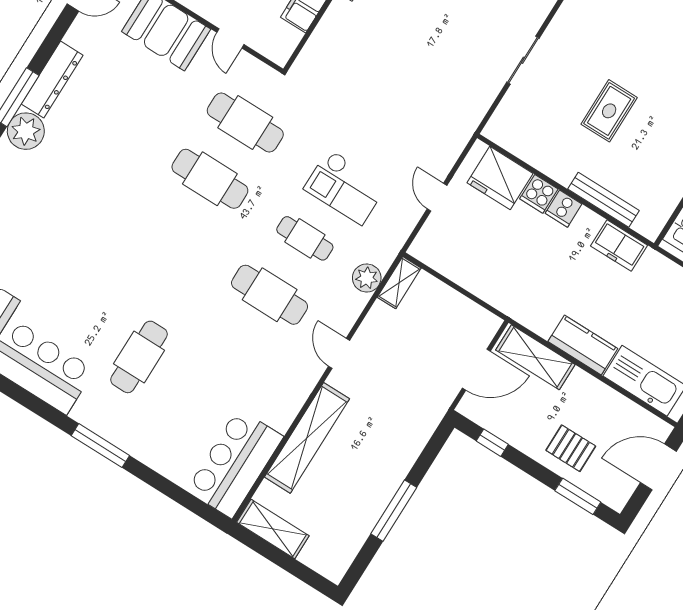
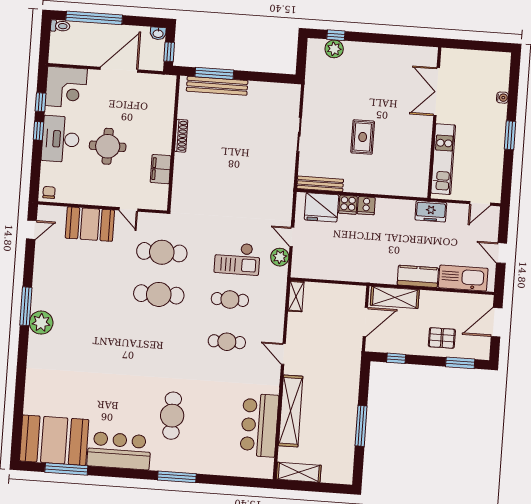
dresser: (52, 80) -> (41, 286), removed
bench: (603, 200) -> (320, 184), moved
freezer: (619, 246) -> (431, 211), moved
plant: (367, 278) -> (280, 257), moved
cafe table: (270, 295) -> (227, 342), width x0.73, depth x0.74
bar counter: (235, 463) -> (259, 425), moved

